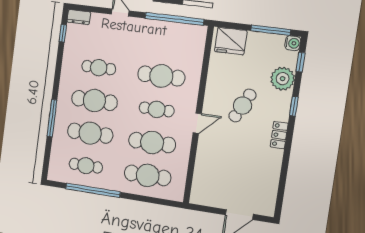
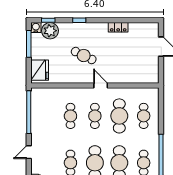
cafe table: (161, 76) -> (70, 116), width x0.73, depth x0.74
plant: (283, 79) -> (50, 31), moved
locker: (279, 135) -> (118, 27), moved
cafe table: (148, 175) -> (144, 116), width x0.73, depth x0.74

